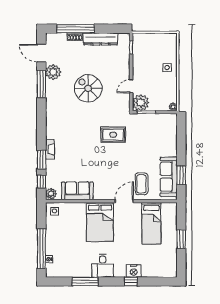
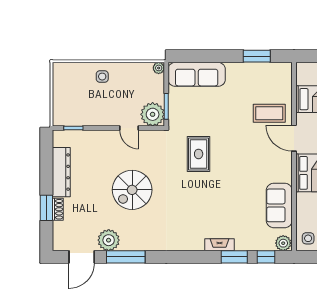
window: (76, 29) -> (46, 208), width x0.47
sofa: (169, 177) -> (197, 74), moved

